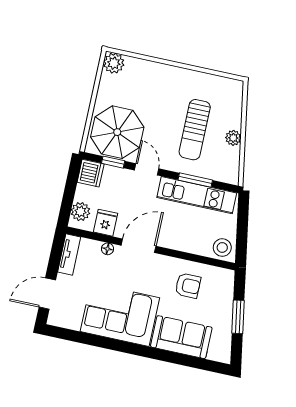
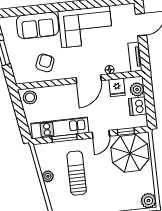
door: (147, 169) -> (101, 134), hinge flipped
dishwasher: (91, 173) -> (138, 106), moved
armchair: (188, 286) -> (45, 63), turned 112

